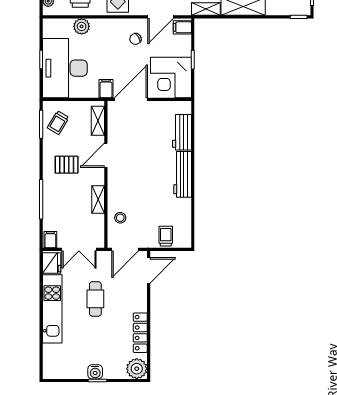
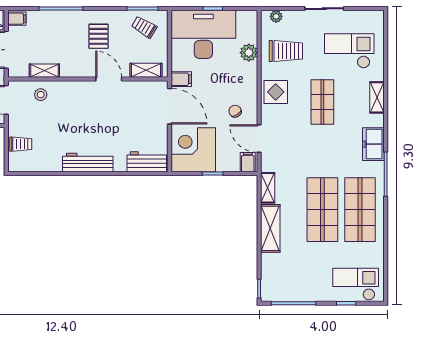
workbench: (182, 132) -> (147, 162), moved
shelving: (98, 199) -> (44, 71), moved

